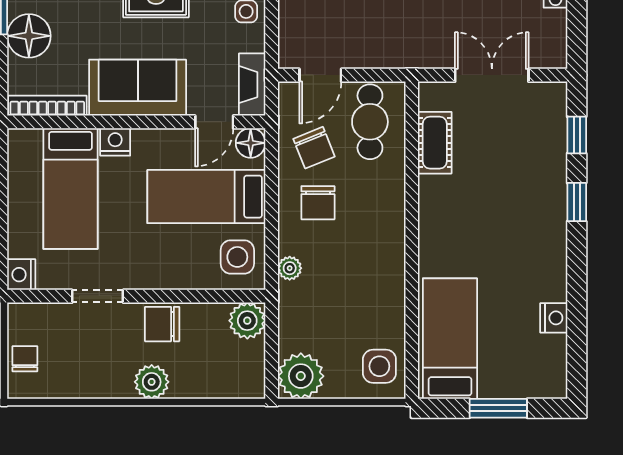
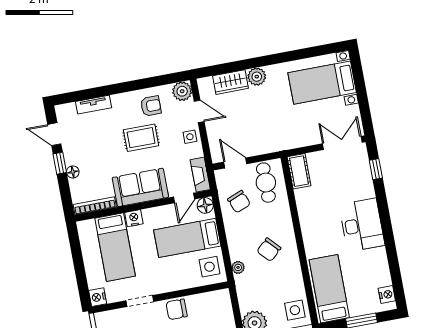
floor lamp: (29, 36) -> (73, 172), width x0.53, depth x0.53
door: (320, 75) -> (235, 163), swing flipped
double door: (492, 75) -> (342, 143), moved
cot: (435, 143) -> (299, 171), moved
window: (577, 202) -> (382, 204), removed
chair: (318, 203) -> (269, 250), moved, turned 47
desk: (532, 233) -> (362, 225), added
nightstand: (554, 318) -> (387, 294), moved
plant: (247, 321) -> (221, 299), removed

